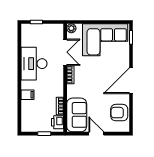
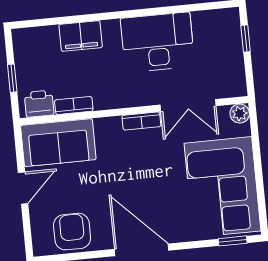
filing cabinet: (28, 95) -> (81, 36), width x2.00

